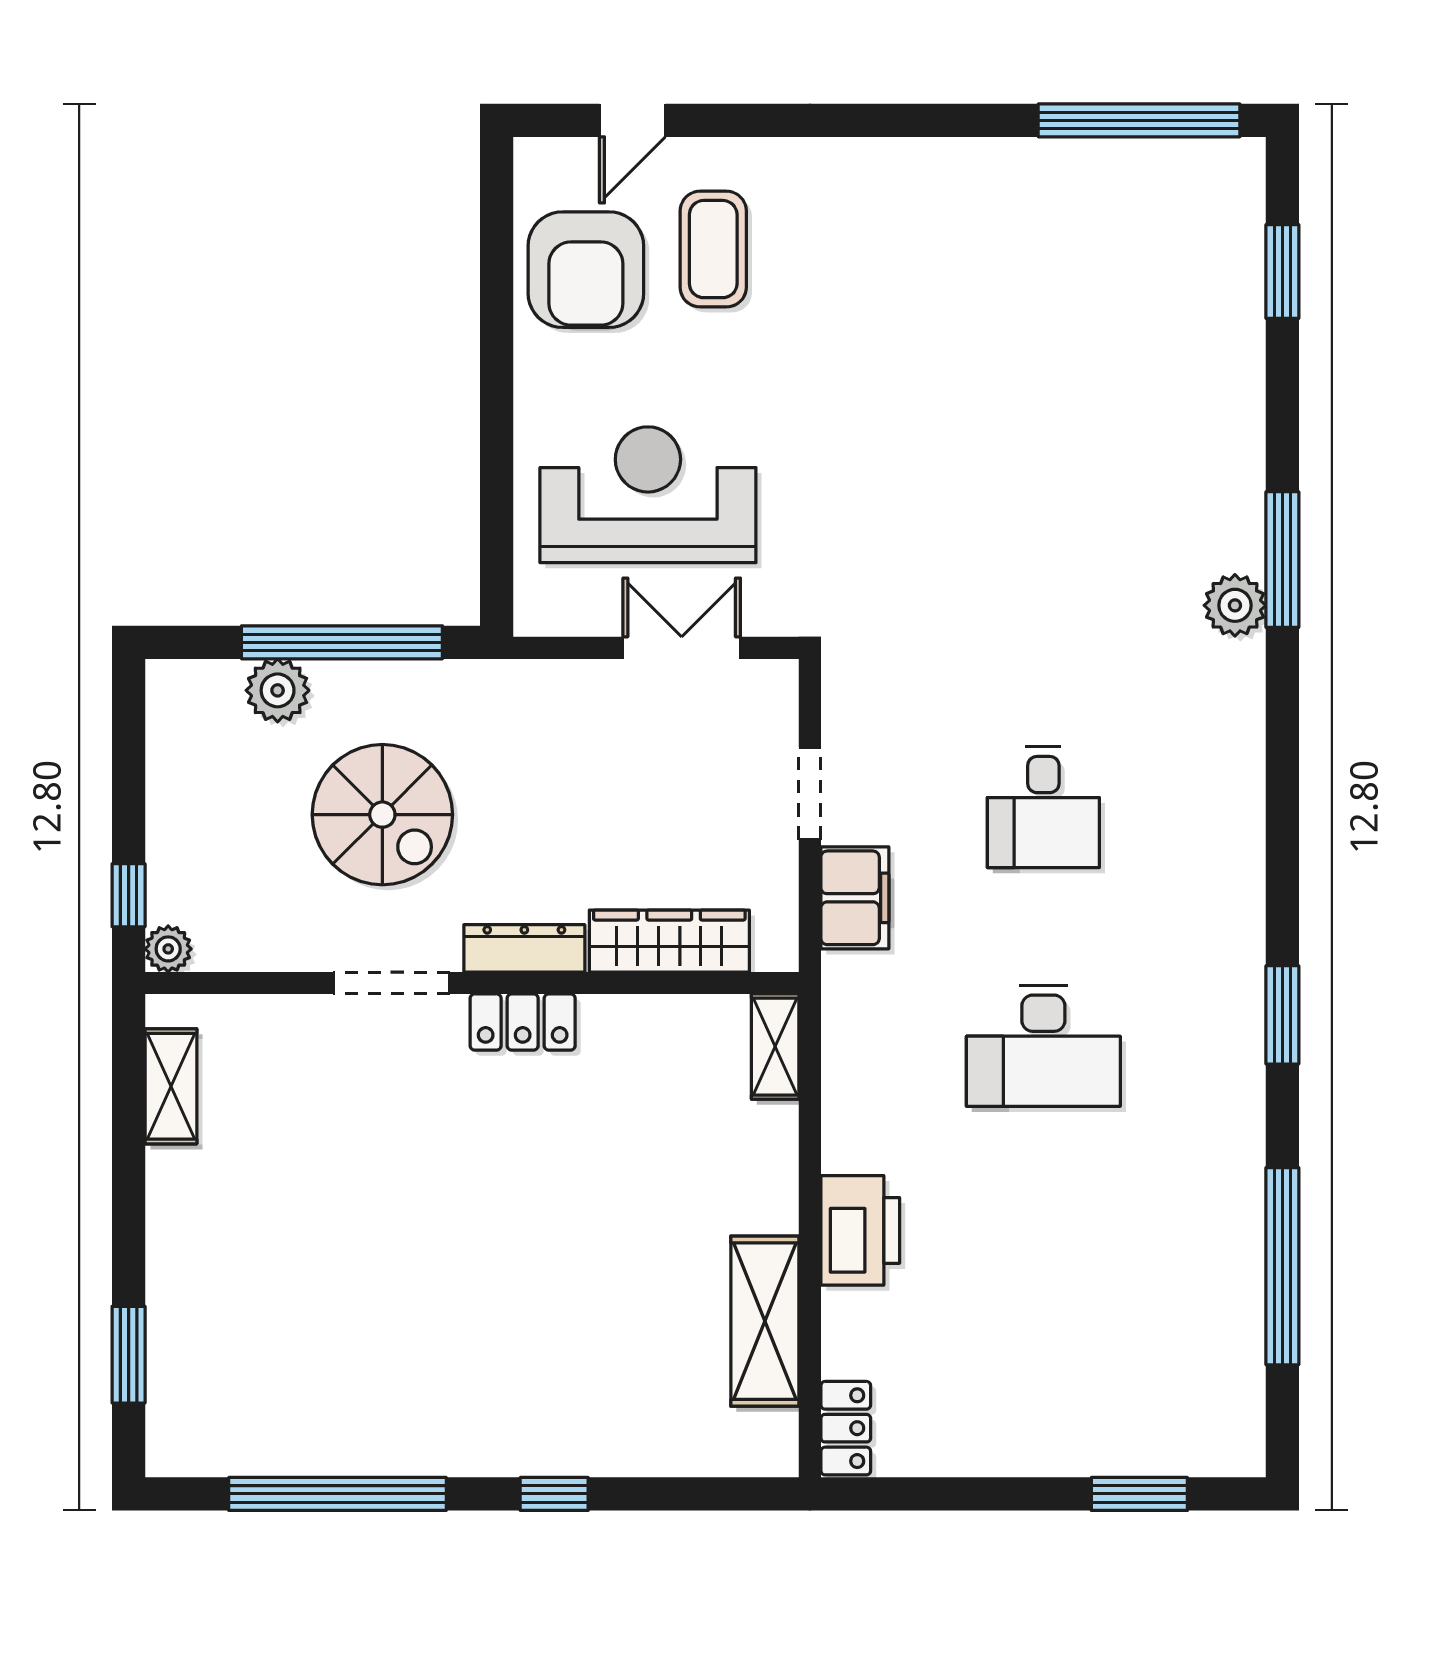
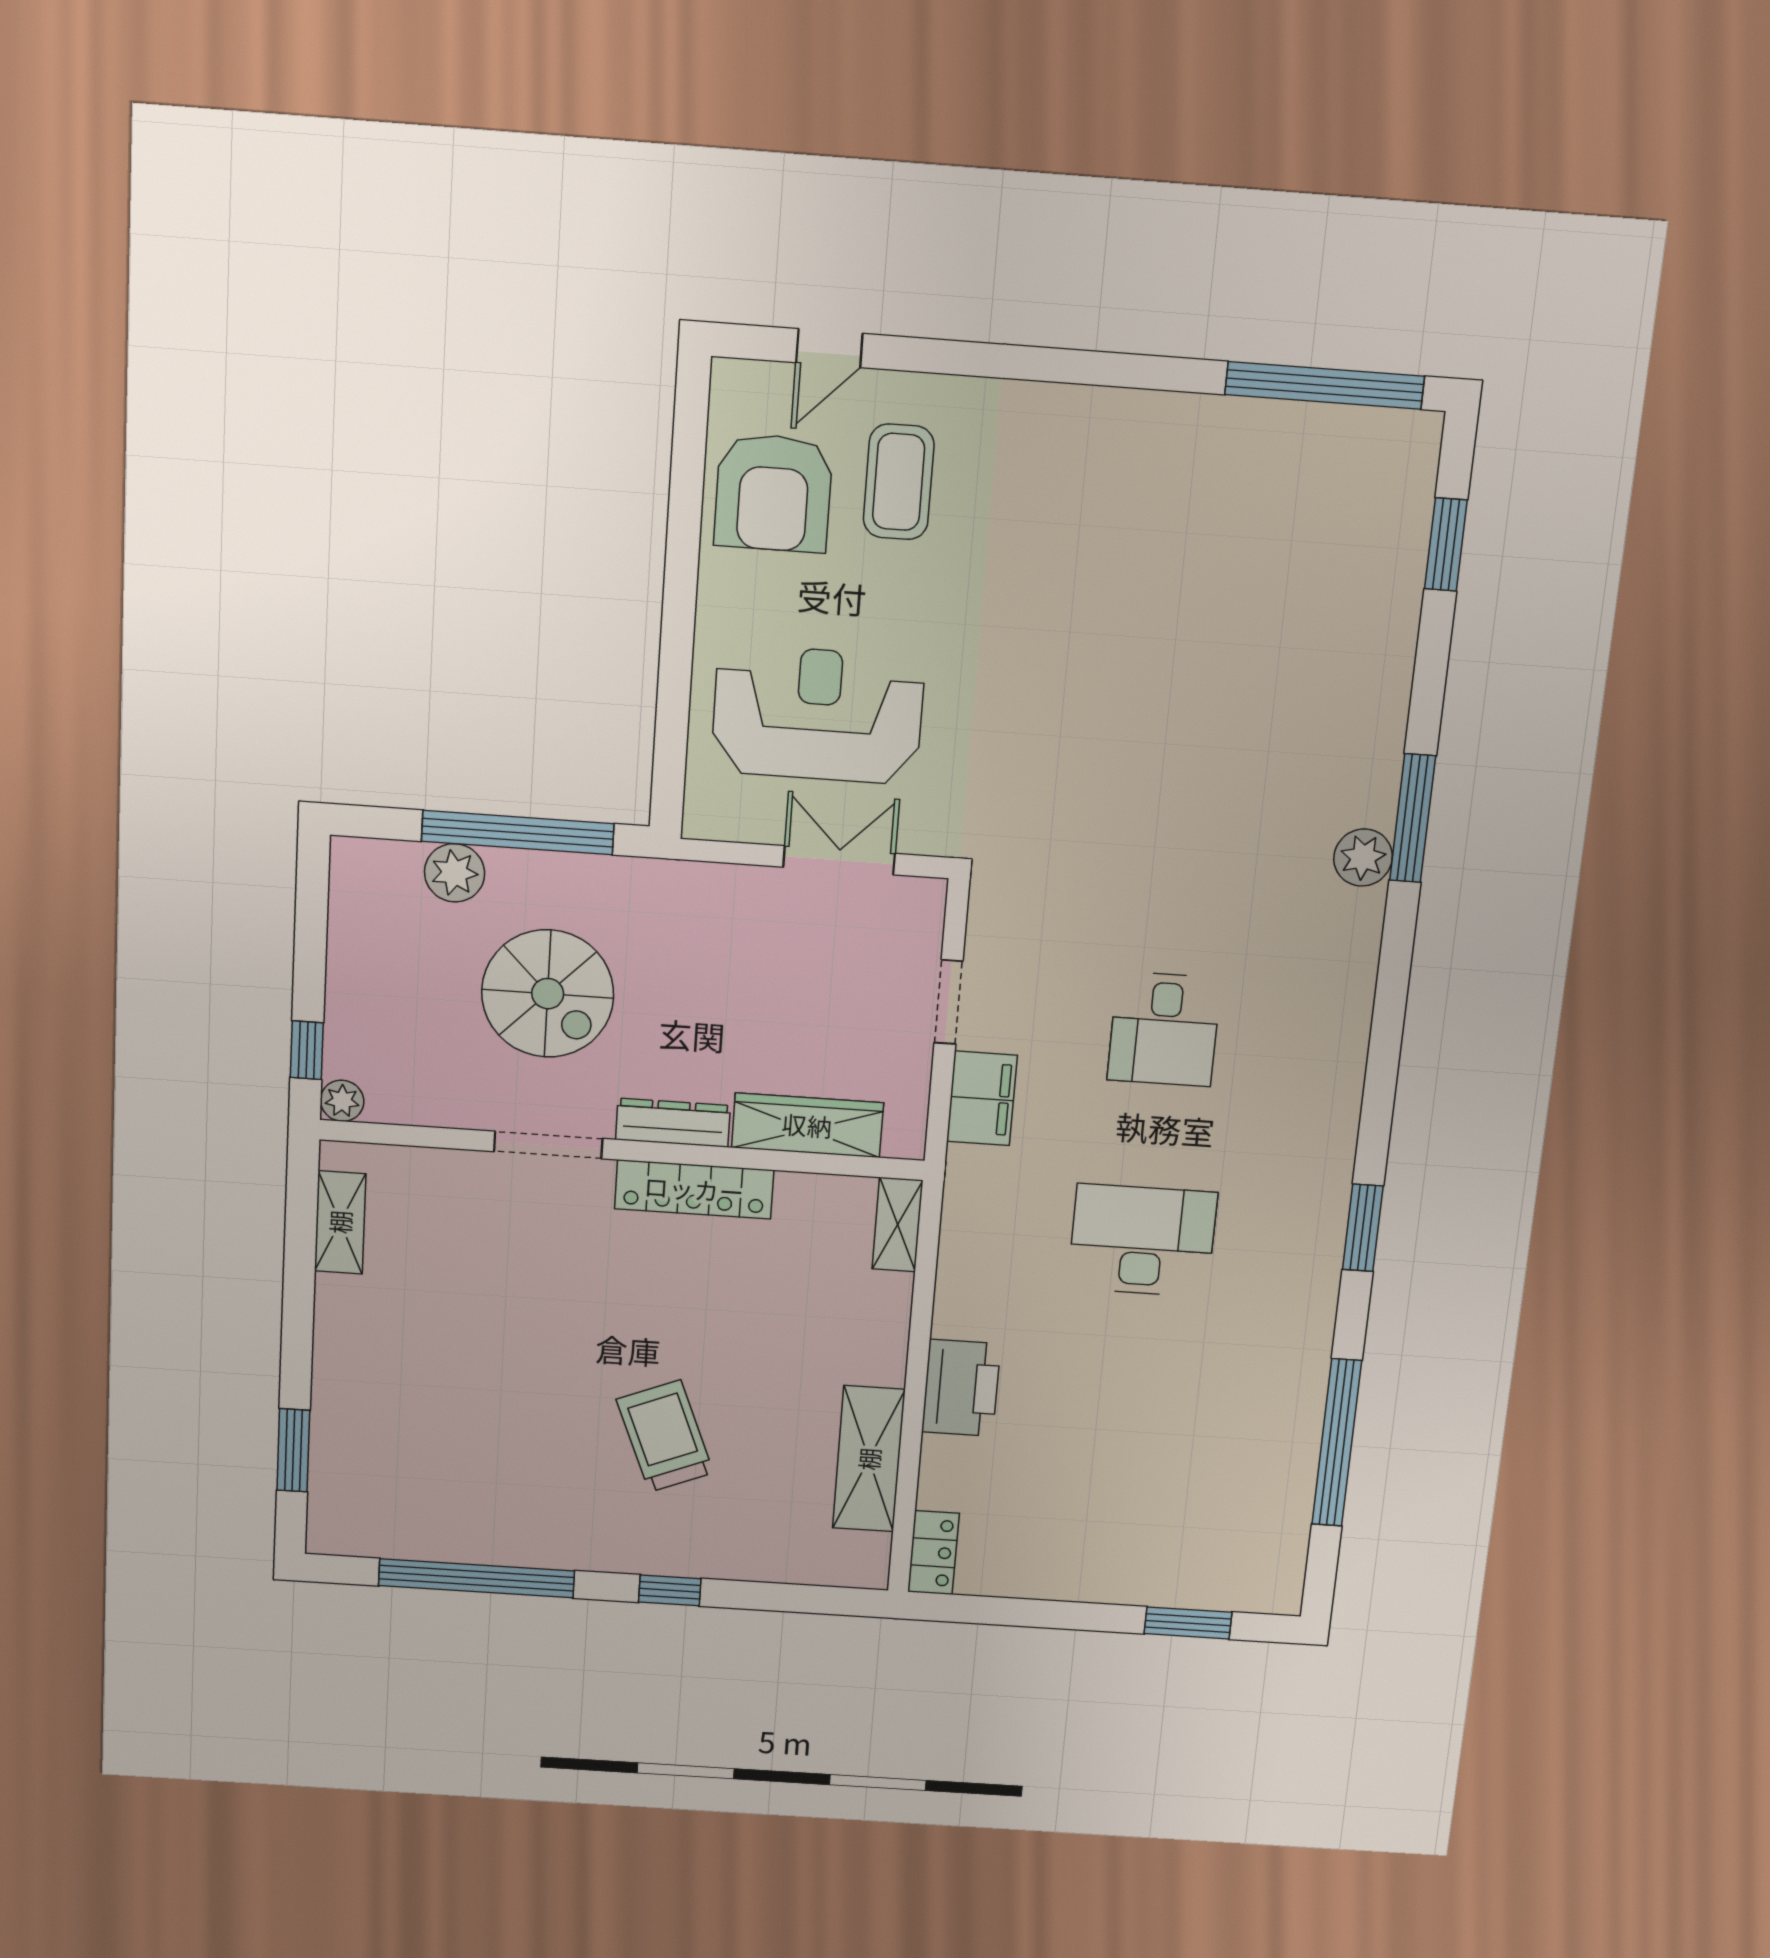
locker: (523, 1022) -> (694, 1189), width x1.53
desk: (1043, 1046) -> (1142, 1240), turned 180
trolley: (538, 1310) -> (665, 1436), added

